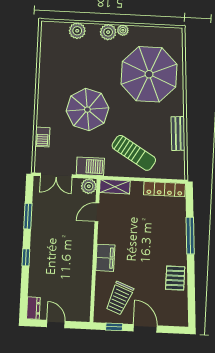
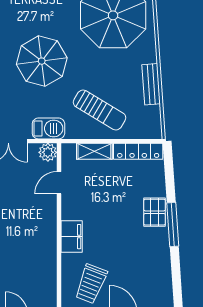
shelving: (115, 187) -> (94, 151), moved
window: (190, 236) -> (173, 225), moved
pallet: (175, 278) -> (155, 212), moved

